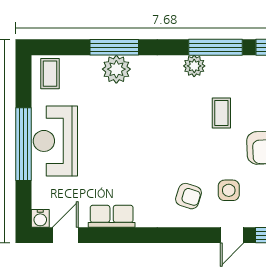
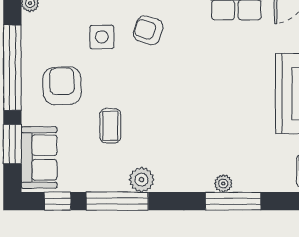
plant: (116, 69) -> (223, 184), width x0.53, depth x0.53

